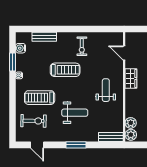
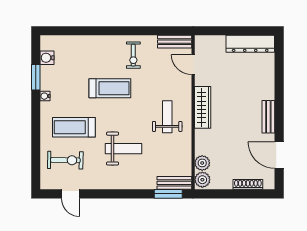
bench: (44, 37) -> (175, 42), moved
wardrobe: (131, 79) -> (203, 107), width x1.50
window: (76, 145) -> (168, 194), moved

